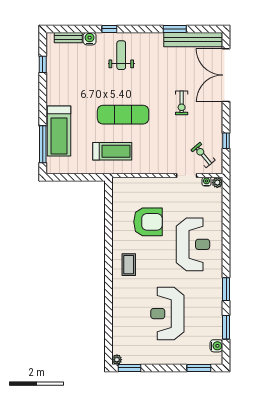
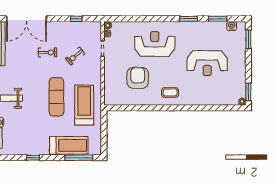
window: (43, 64) -> (33, 158), moved
treadmill: (112, 151) -> (84, 105), width x1.37, depth x1.38
exercise bike: (203, 155) -> (75, 56), moved

